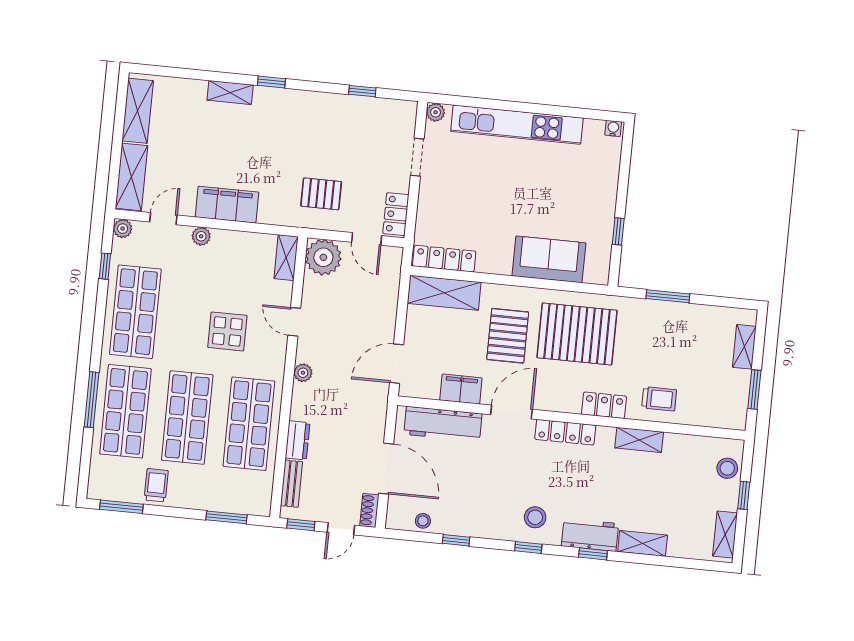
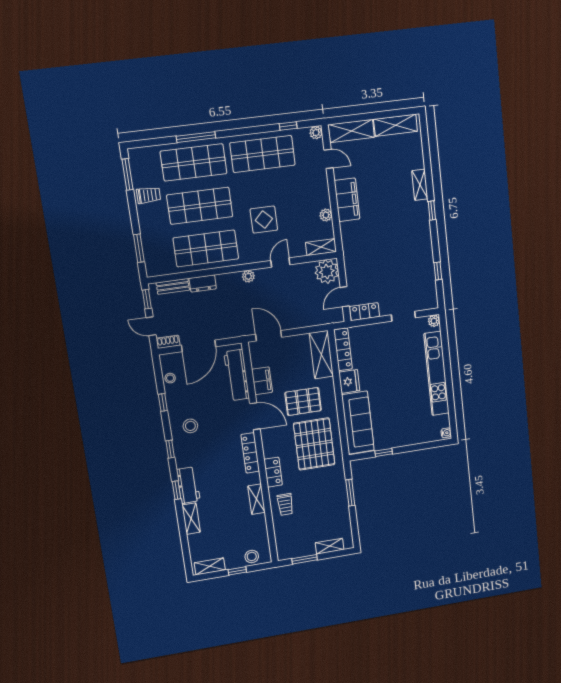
pallet: (321, 194) -> (367, 260), removed
plant: (201, 236) -> (326, 215), moved
sofa: (549, 259) -> (358, 423), width x1.36
fridge: (495, 260) -> (349, 381), added
stool: (535, 517) -> (190, 426), moved

